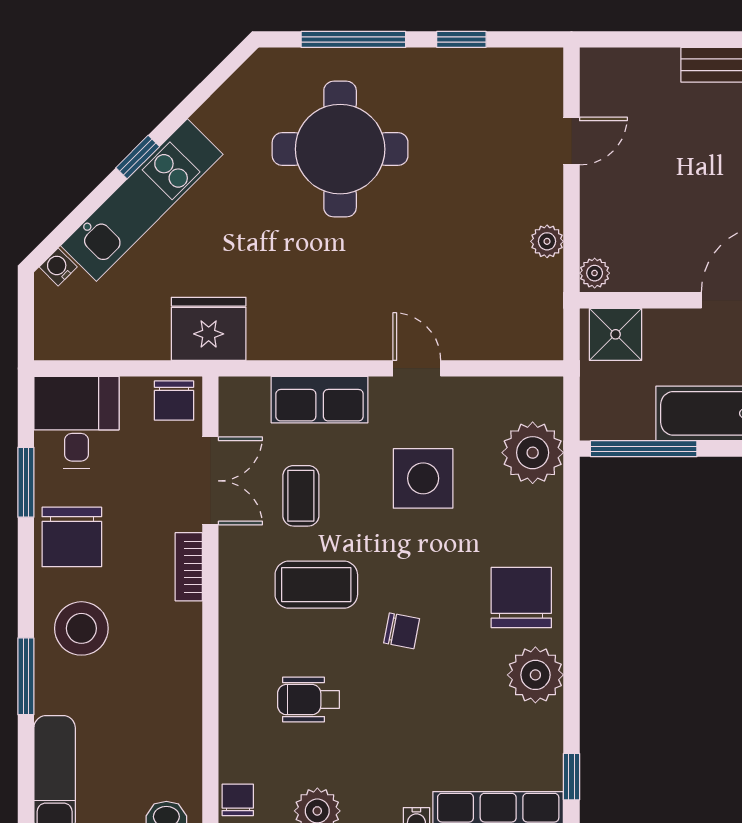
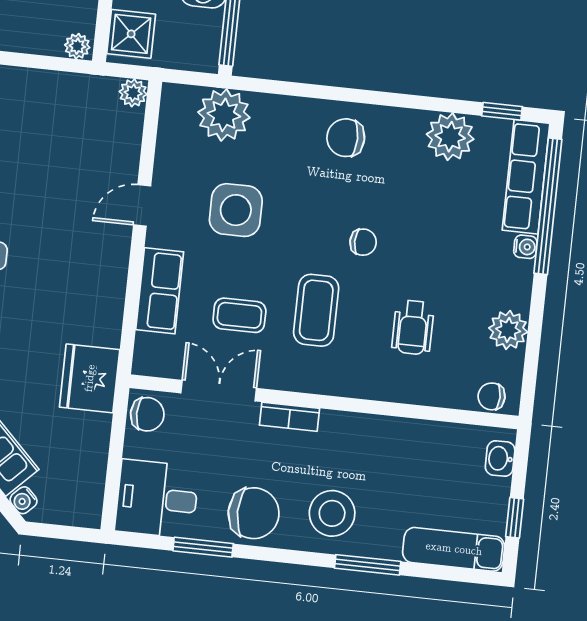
plant: (547, 241) -> (133, 93), moved
chair: (521, 598) -> (346, 138), width x0.73, depth x0.73
chair: (402, 631) -> (363, 242), turned 79
plant: (535, 675) -> (450, 137), moved

